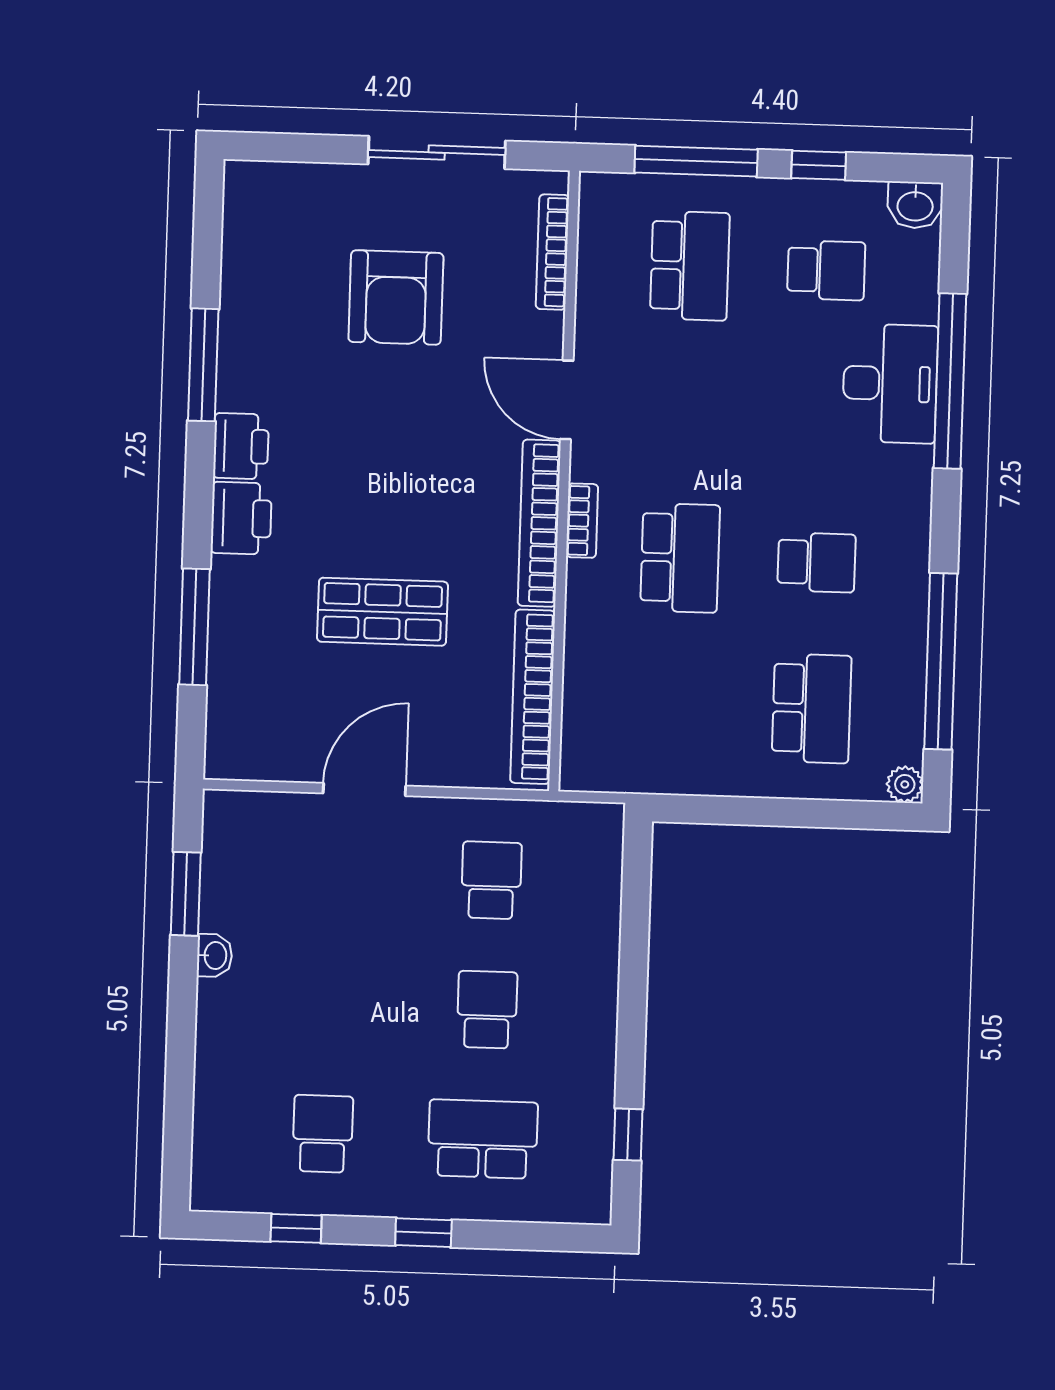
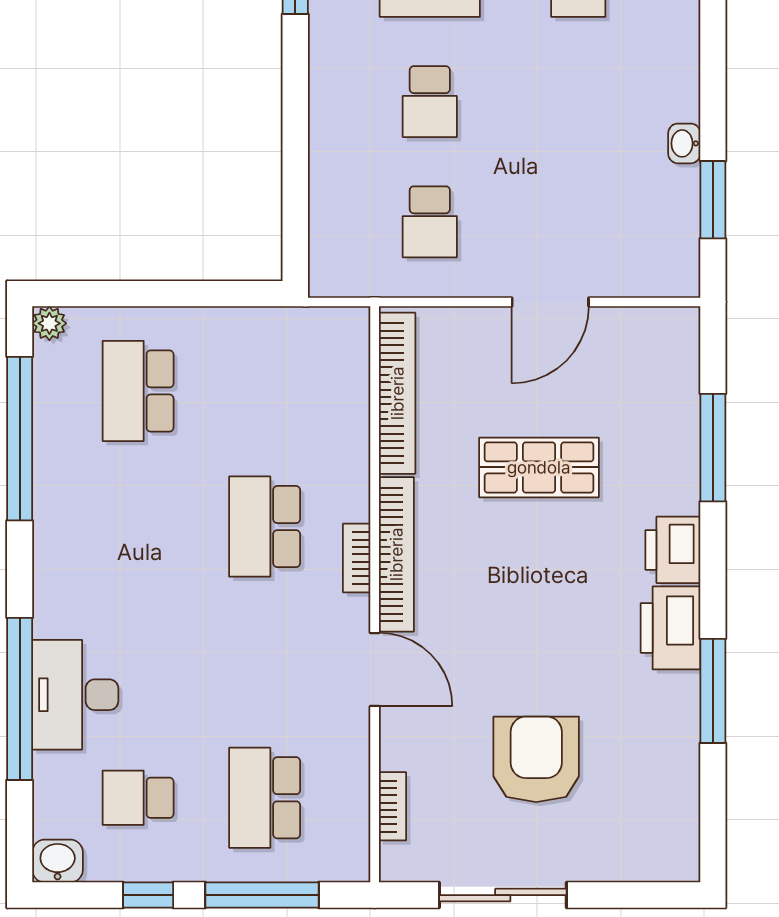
bookcase: (552, 252) -> (392, 806), width x0.64
printer: (241, 446) -> (670, 628), width x1.37, depth x1.19
school desk: (816, 562) -> (138, 527), removed

